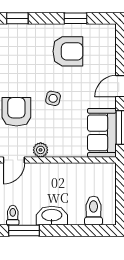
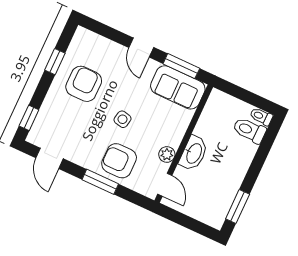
toilet: (13, 215) -> (261, 116), moved
washbasin: (52, 216) -> (194, 153), moved, turned 180

